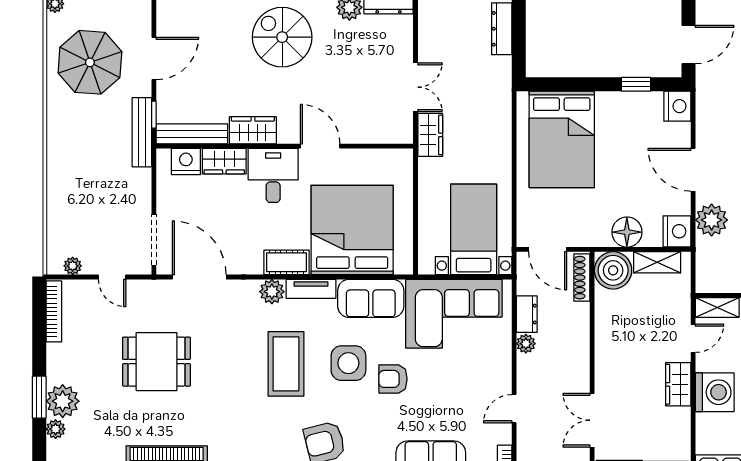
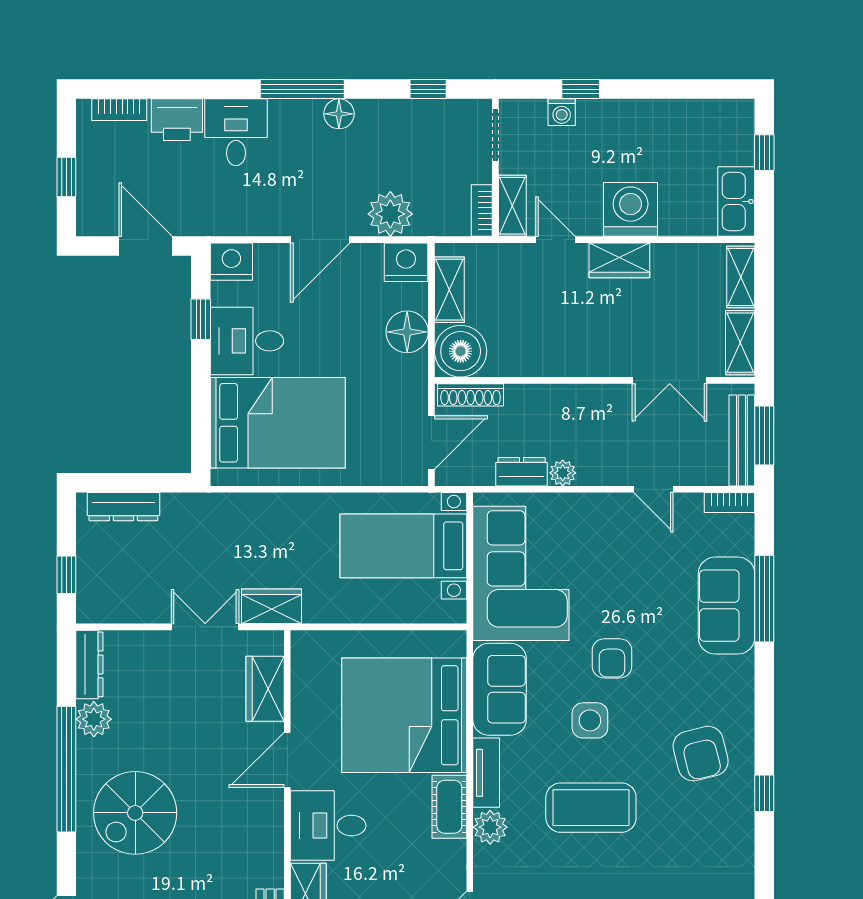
desk: (620, 117) -> (247, 341), added
wardrobe: (253, 130) -> (265, 689), moved
bookcase: (714, 286) -> (482, 211), added
side table: (348, 363) -> (590, 720), width x0.73, depth x0.73

